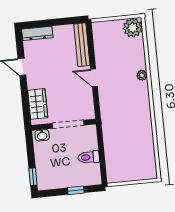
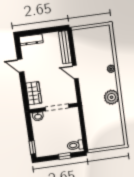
plant: (133, 28) -> (112, 97), moved
toilet: (89, 157) -> (75, 145), moved

